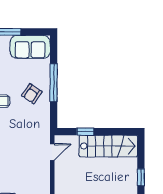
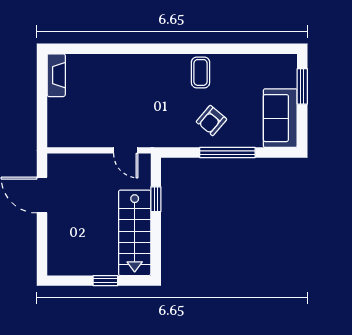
armchair: (32, 94) -> (211, 121), turned -84
window: (141, 177) -> (105, 281), moved

